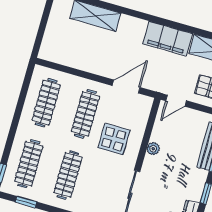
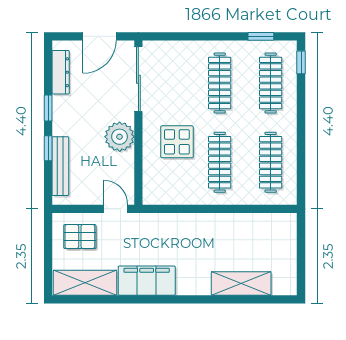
door: (126, 87) -> (180, 209), removed
door: (176, 101) -> (115, 209), hinge flipped
plant: (153, 149) -> (120, 137), width x1.87, depth x1.87

